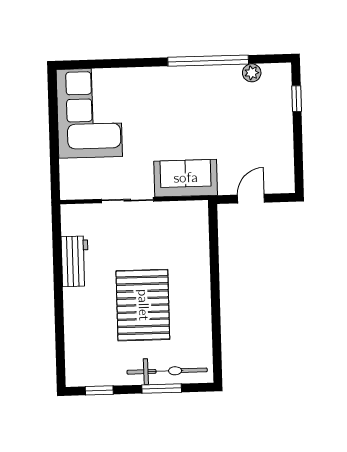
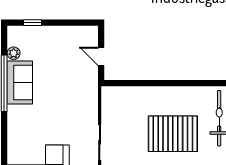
sofa: (186, 178) -> (20, 83), moved, turned 180

